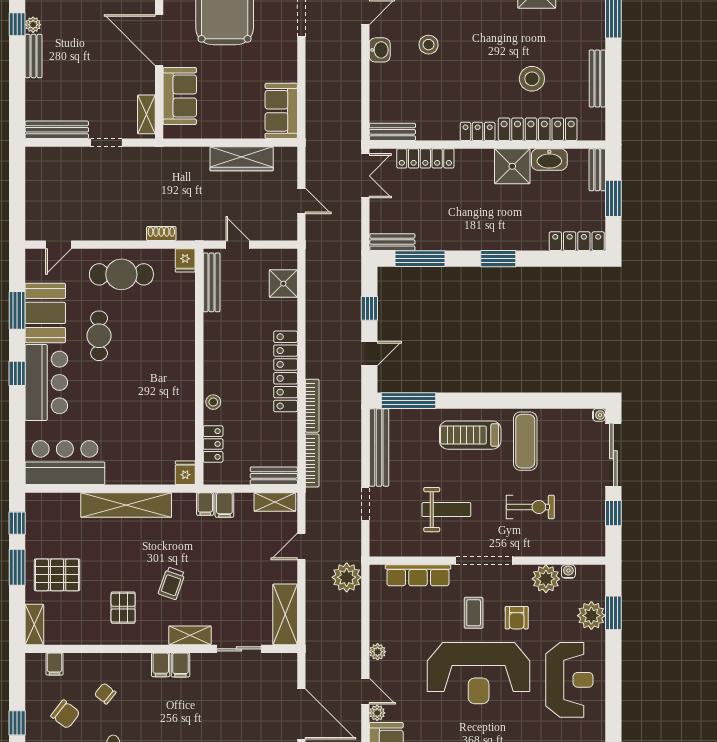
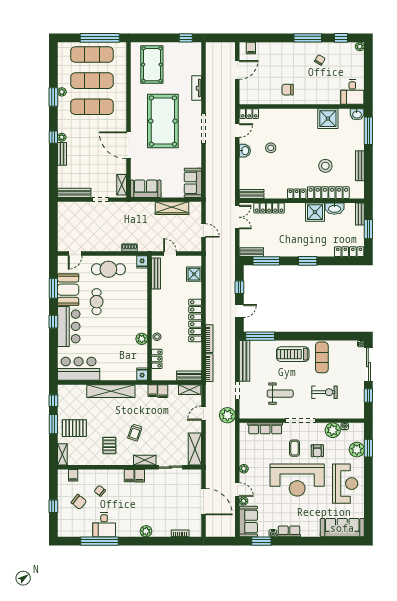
sofa: (180, 96) -> (146, 189), moved, turned -90
plant: (184, 406) -> (142, 339), added
plant: (347, 577) -> (227, 415), moved

